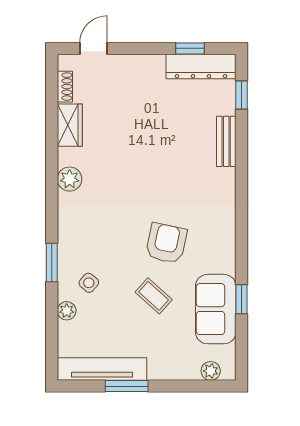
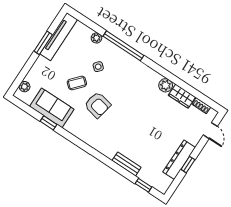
window: (190, 48) -> (188, 165), moved
dresser: (201, 66) -> (179, 160), moved
plant: (70, 179) -> (166, 85), moved
window: (52, 263) -> (123, 46), width x2.11
side table: (89, 283) -> (98, 67), moved

